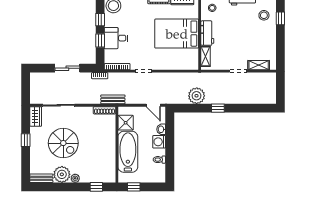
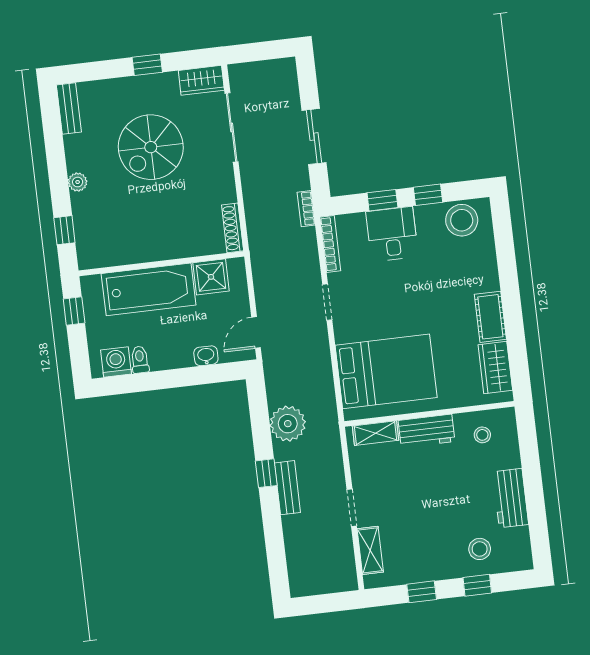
bed: (177, 34) -> (386, 371), moved, turned 90
window: (280, 44) -> (422, 592), added
bench: (113, 99) -> (287, 488), moved
washing machine: (159, 142) -> (116, 362), moved
plant: (62, 174) -> (82, 152), removed

